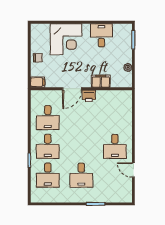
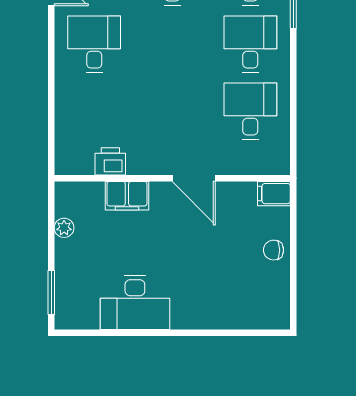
desk: (101, 35) -> (135, 302), width x1.37
corner desk: (66, 39) -> (208, 293), removed
door: (72, 89) -> (194, 178), swing flipped
printer: (89, 96) -> (110, 161), moved

